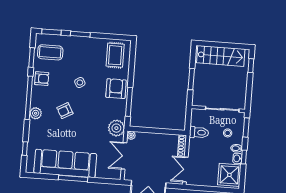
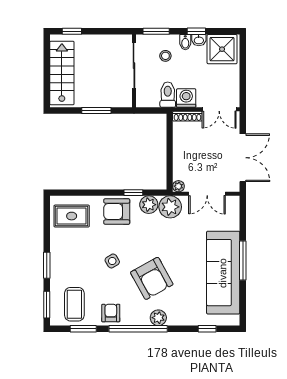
window: (129, 102) -> (133, 193), width x0.46
armchair: (65, 111) -> (152, 278), width x1.88, depth x1.88
plant: (119, 112) -> (149, 205), added
washing machine: (195, 146) -> (186, 98), added

